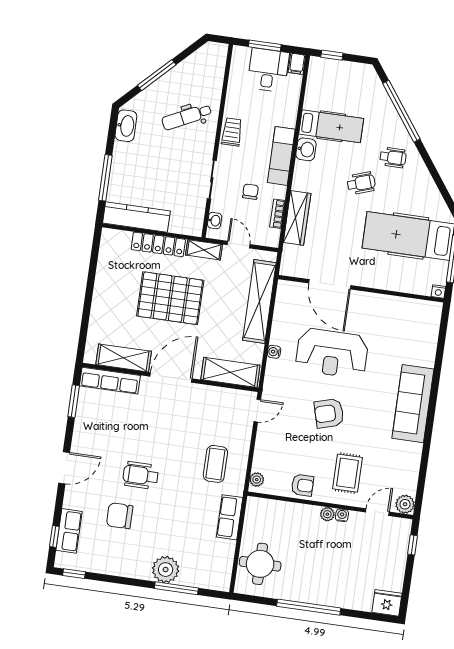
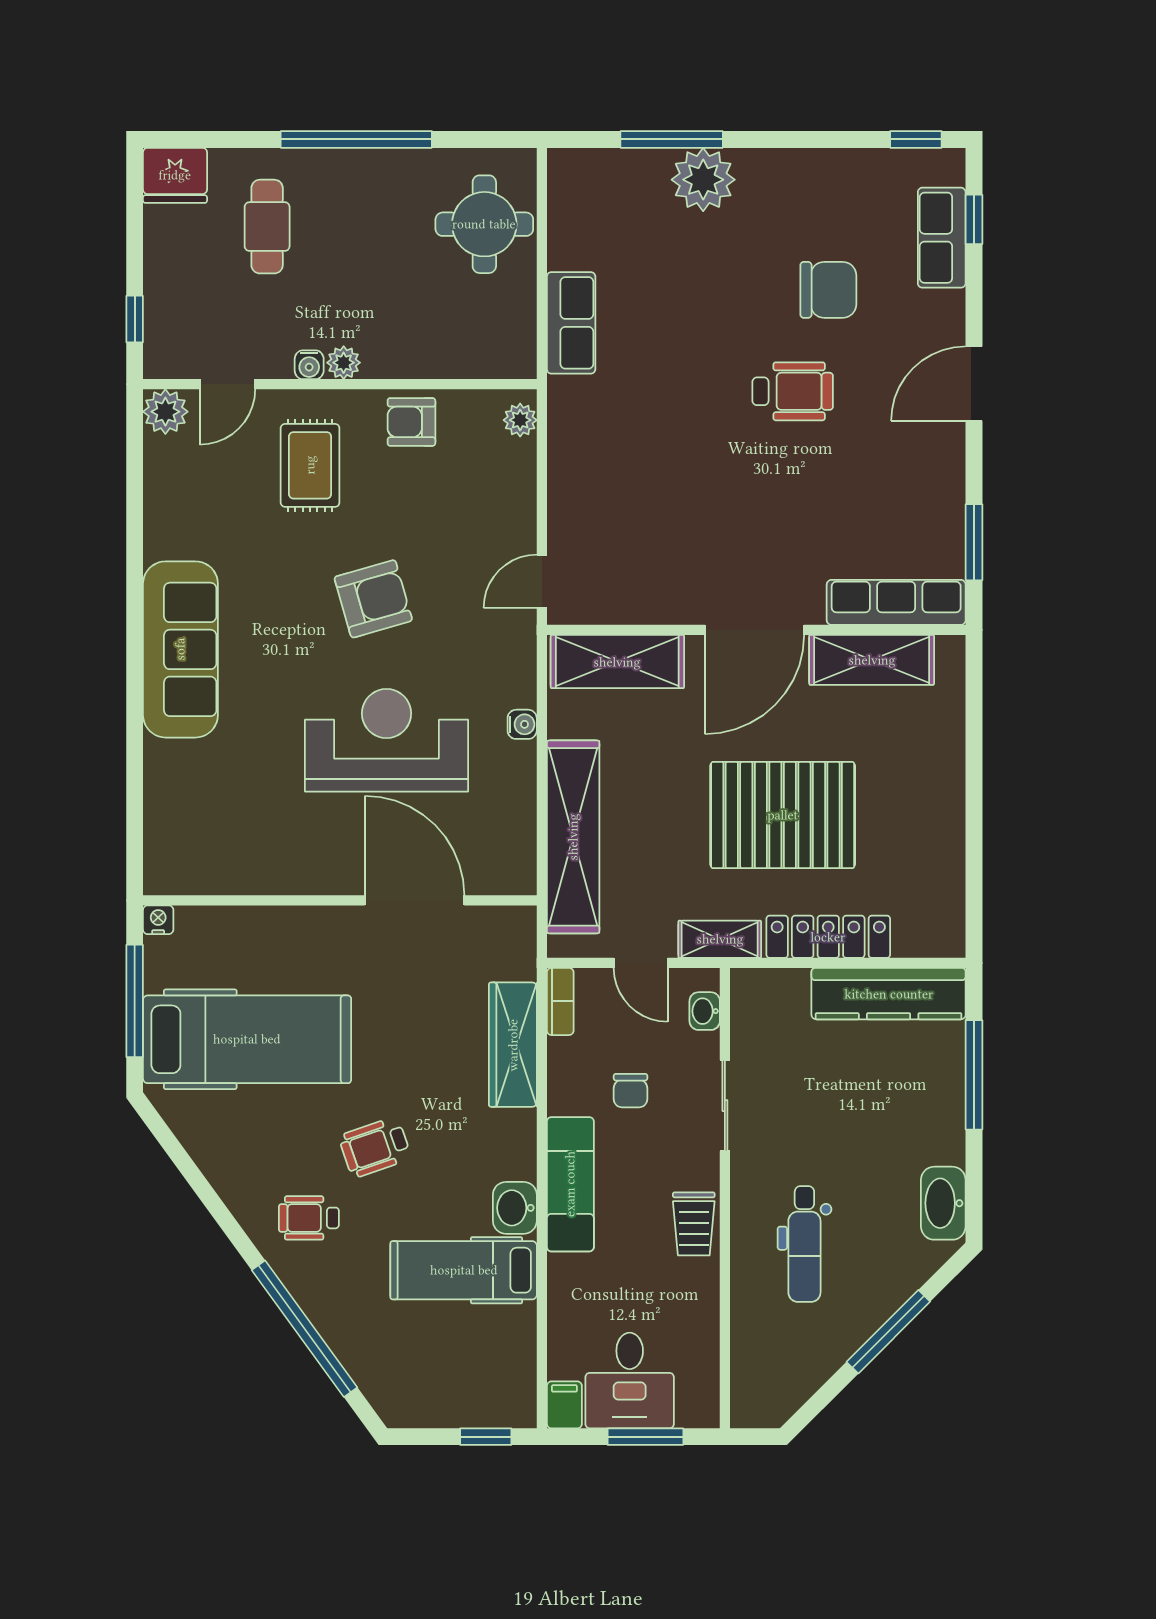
dental chair: (187, 117) -> (804, 1244), turned 116
bookcase: (277, 214) -> (560, 1001), moved
coffee table: (215, 464) -> (622, 443), removed
cafe table: (351, 576) -> (267, 227), added

